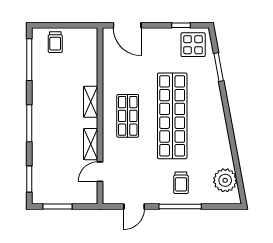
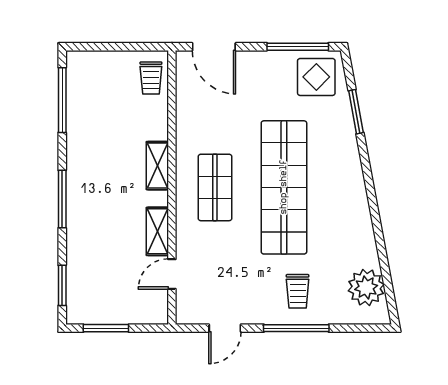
window: (181, 25) -> (298, 47), width x2.17
trolley: (55, 42) -> (151, 78), moved

